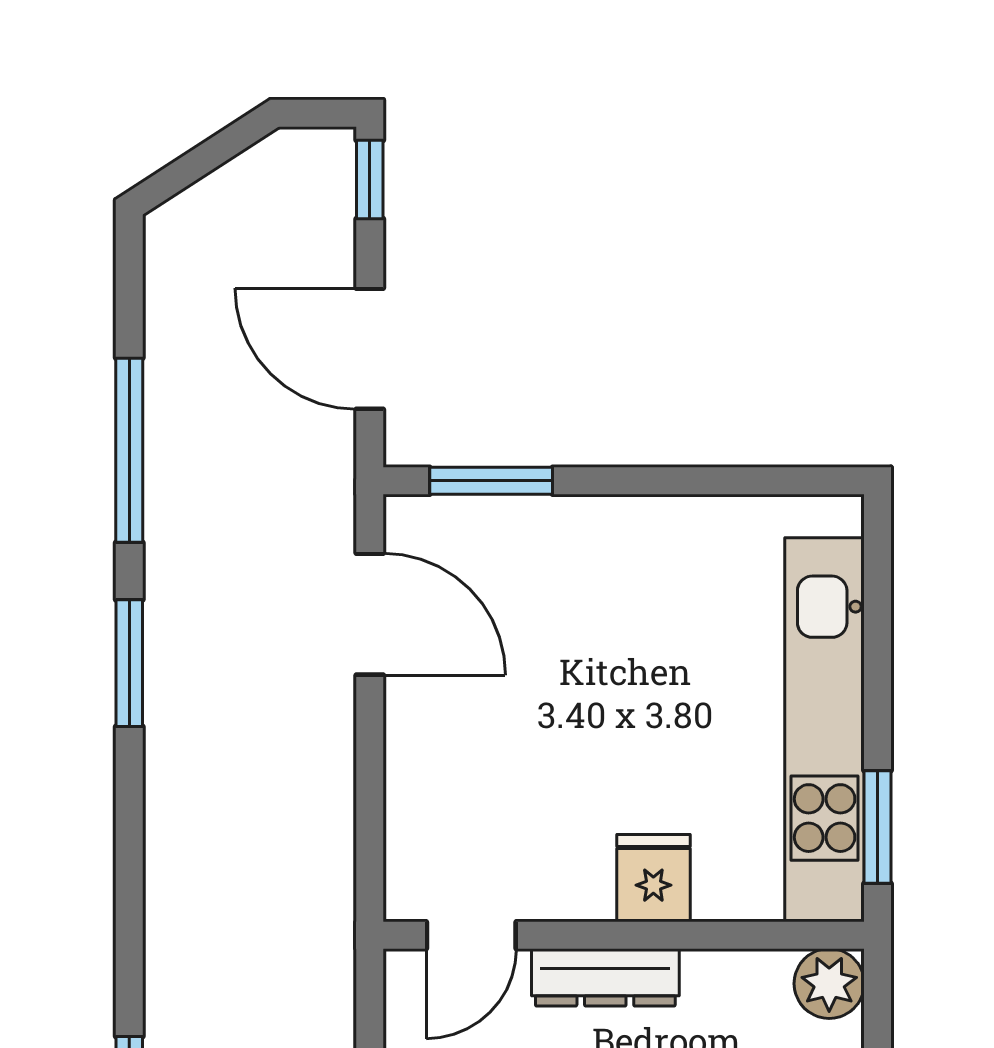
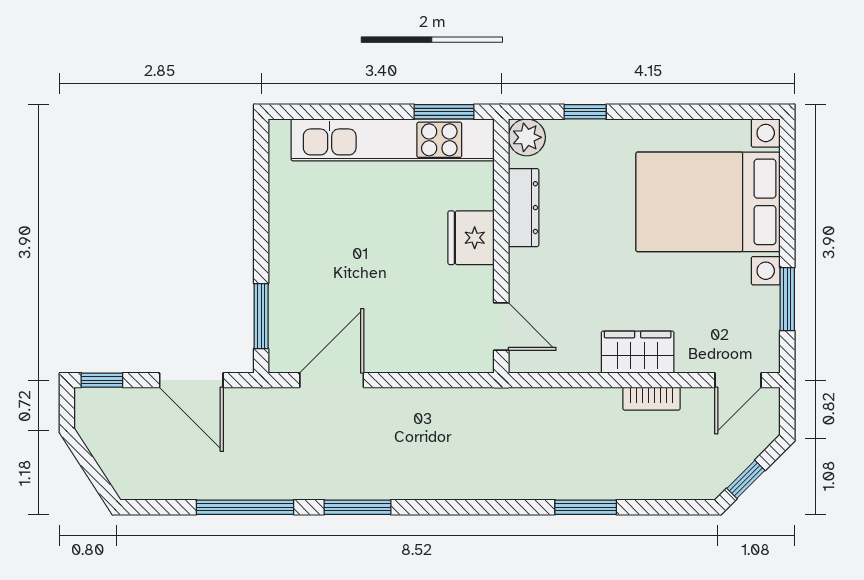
door: (370, 349) -> (191, 380), hinge flipped
fridge: (653, 878) -> (471, 238), width x1.38
dresser: (605, 977) -> (524, 208), moved

